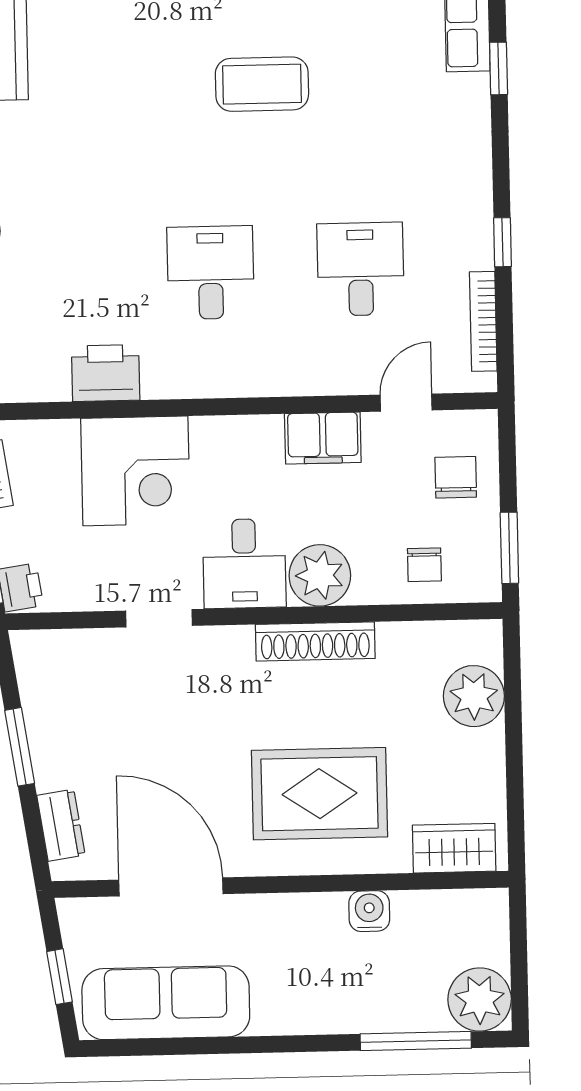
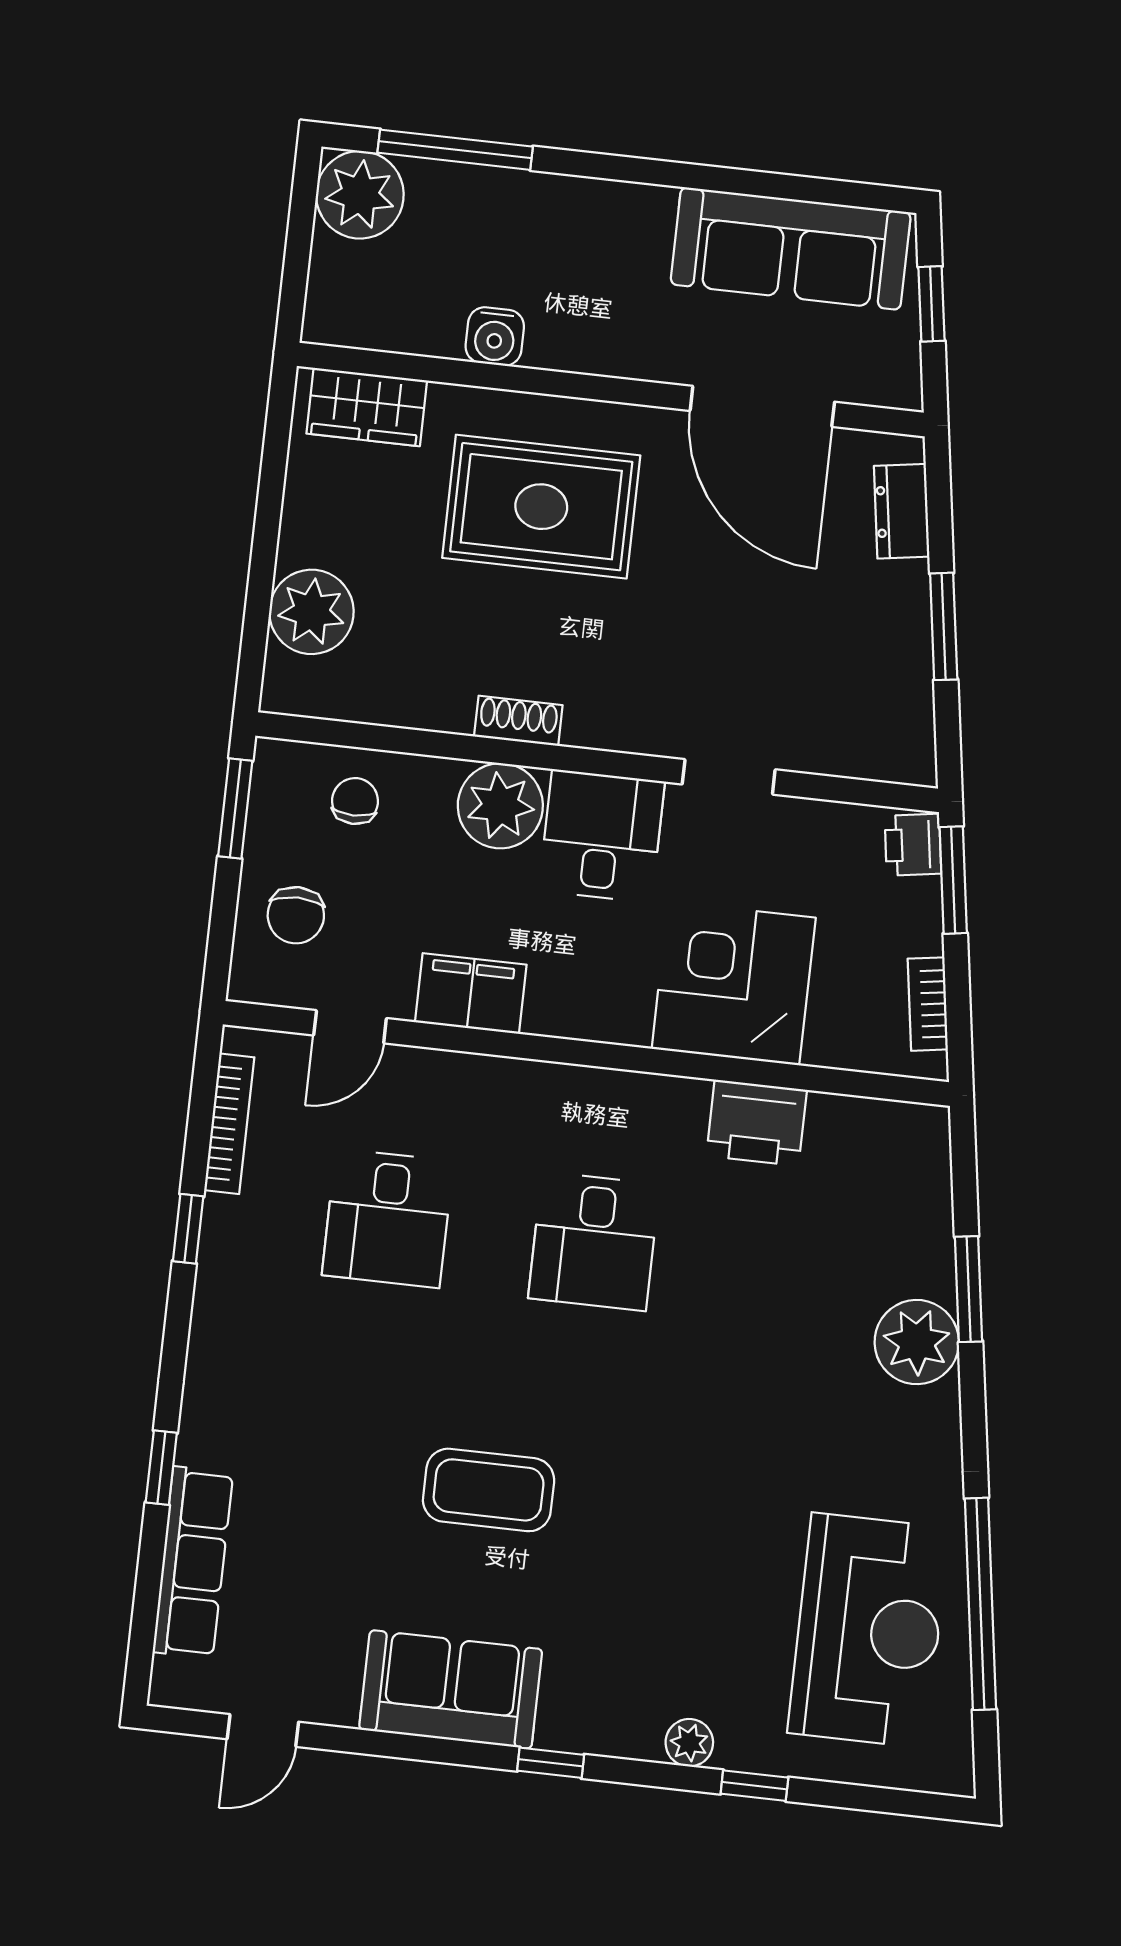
shoe rack: (315, 641) -> (518, 721), width x0.51, depth x0.81

